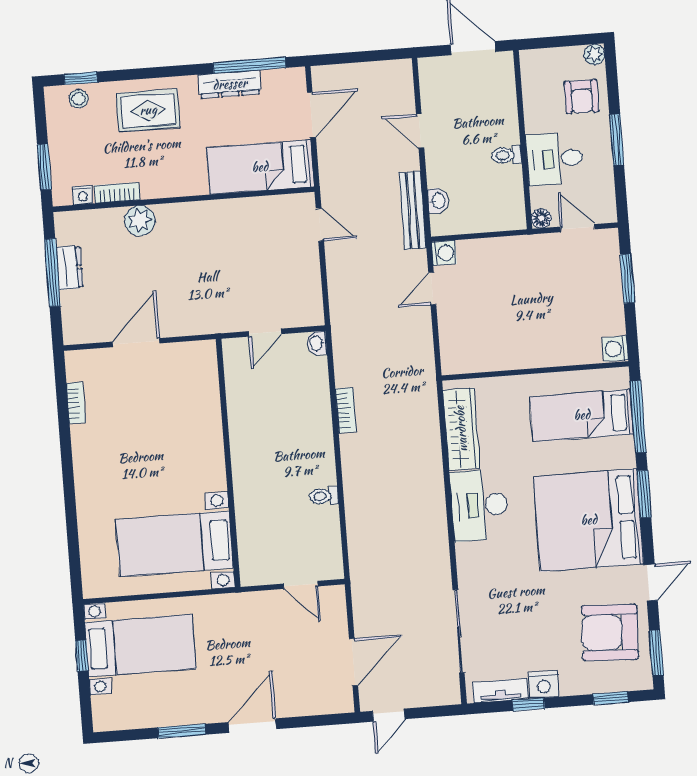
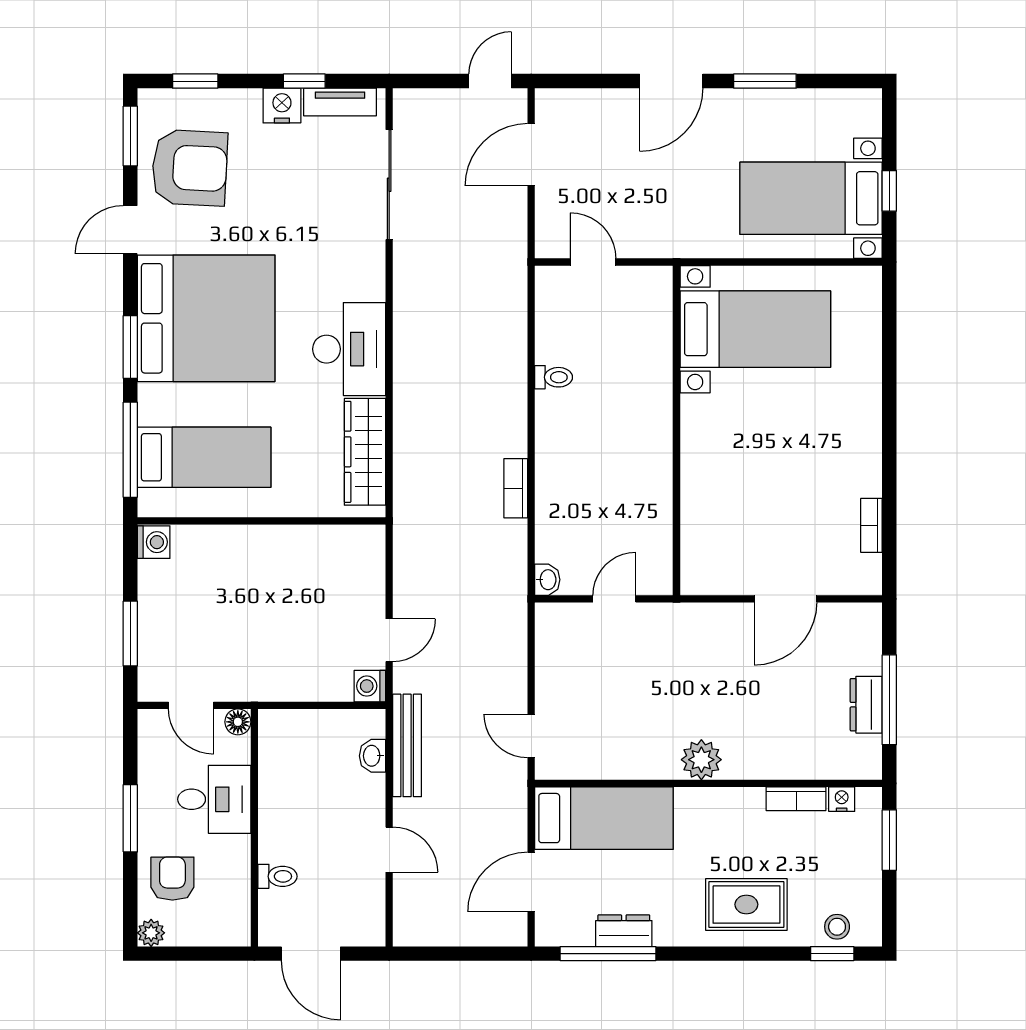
dresser: (230, 84) -> (624, 931), width x0.70
toilet: (506, 155) -> (277, 876), moved
plant: (140, 221) -> (701, 760), moved

